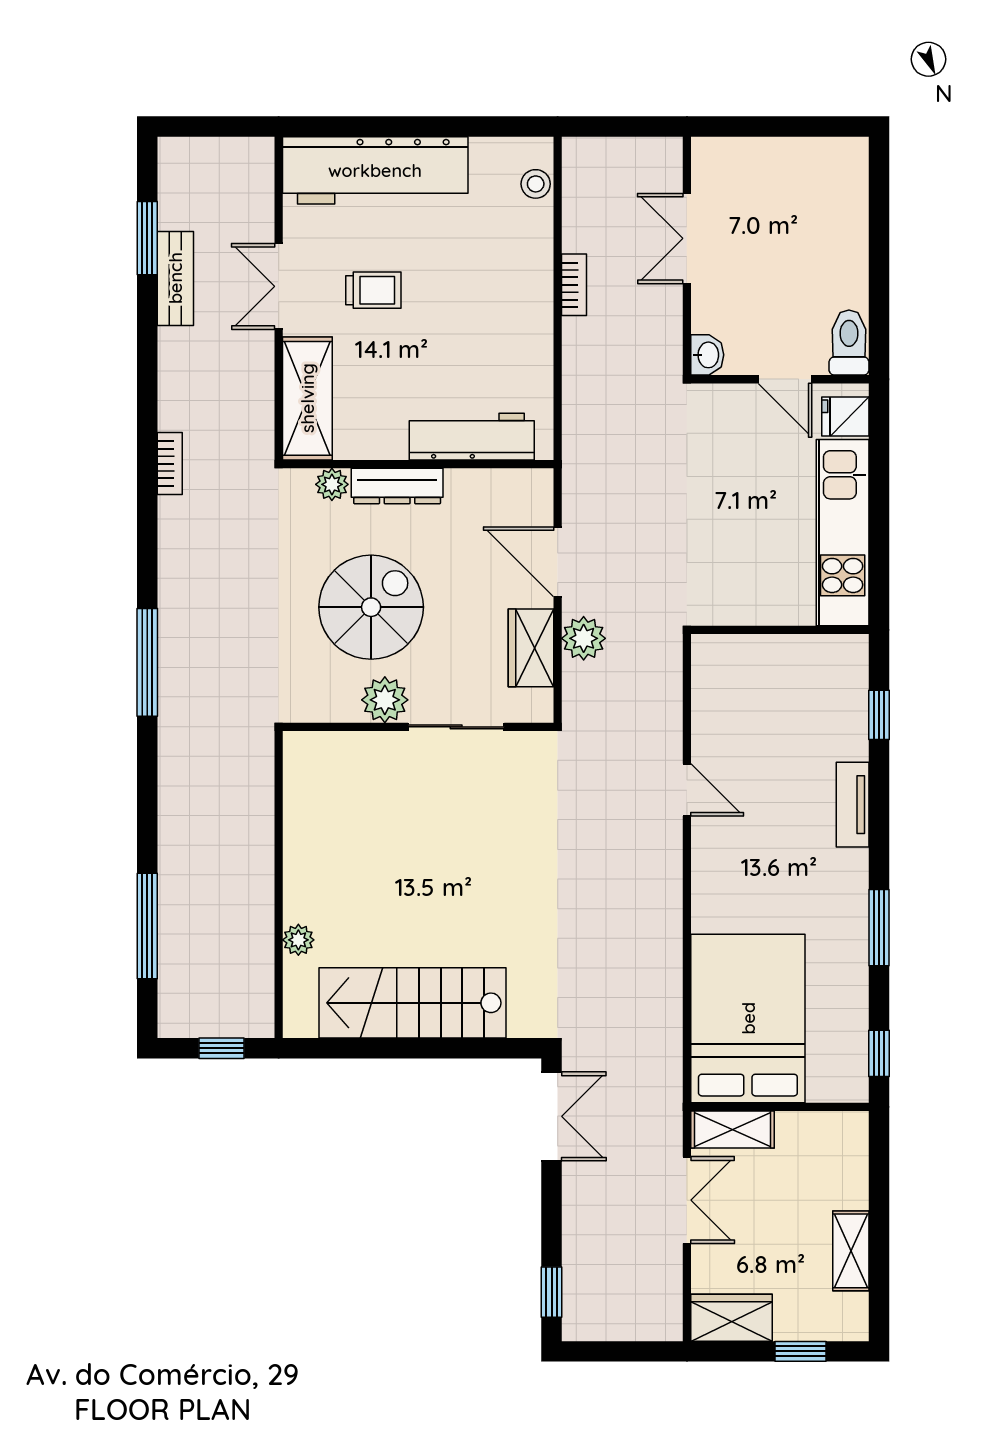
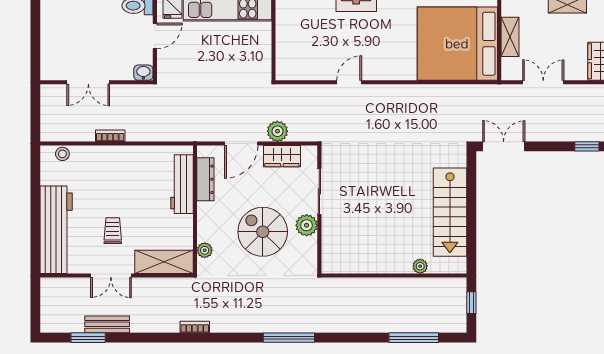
dresser: (397, 486) -> (205, 179), moved
bed: (748, 1018) -> (457, 44), width x1.36
shelving: (733, 1130) -> (510, 37), moved

